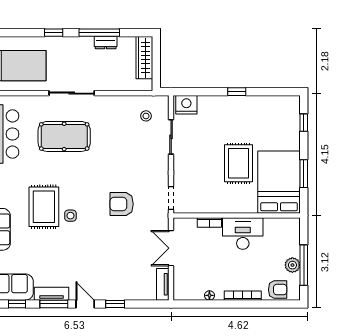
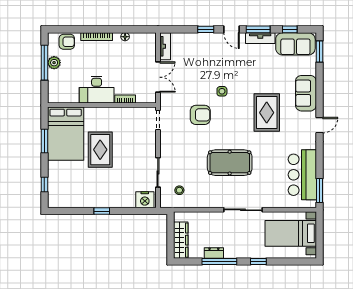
pool table: (64, 136) -> (230, 163), moved
side table: (70, 216) -> (222, 91), moved
armchair: (278, 290) -> (67, 42), turned 180

